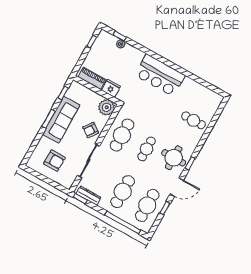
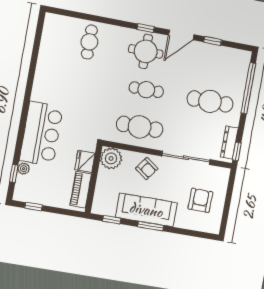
bar counter: (160, 75) -> (41, 134), moved
door: (177, 187) -> (181, 35), swing flipped
cafe table: (147, 205) -> (217, 65), removed

